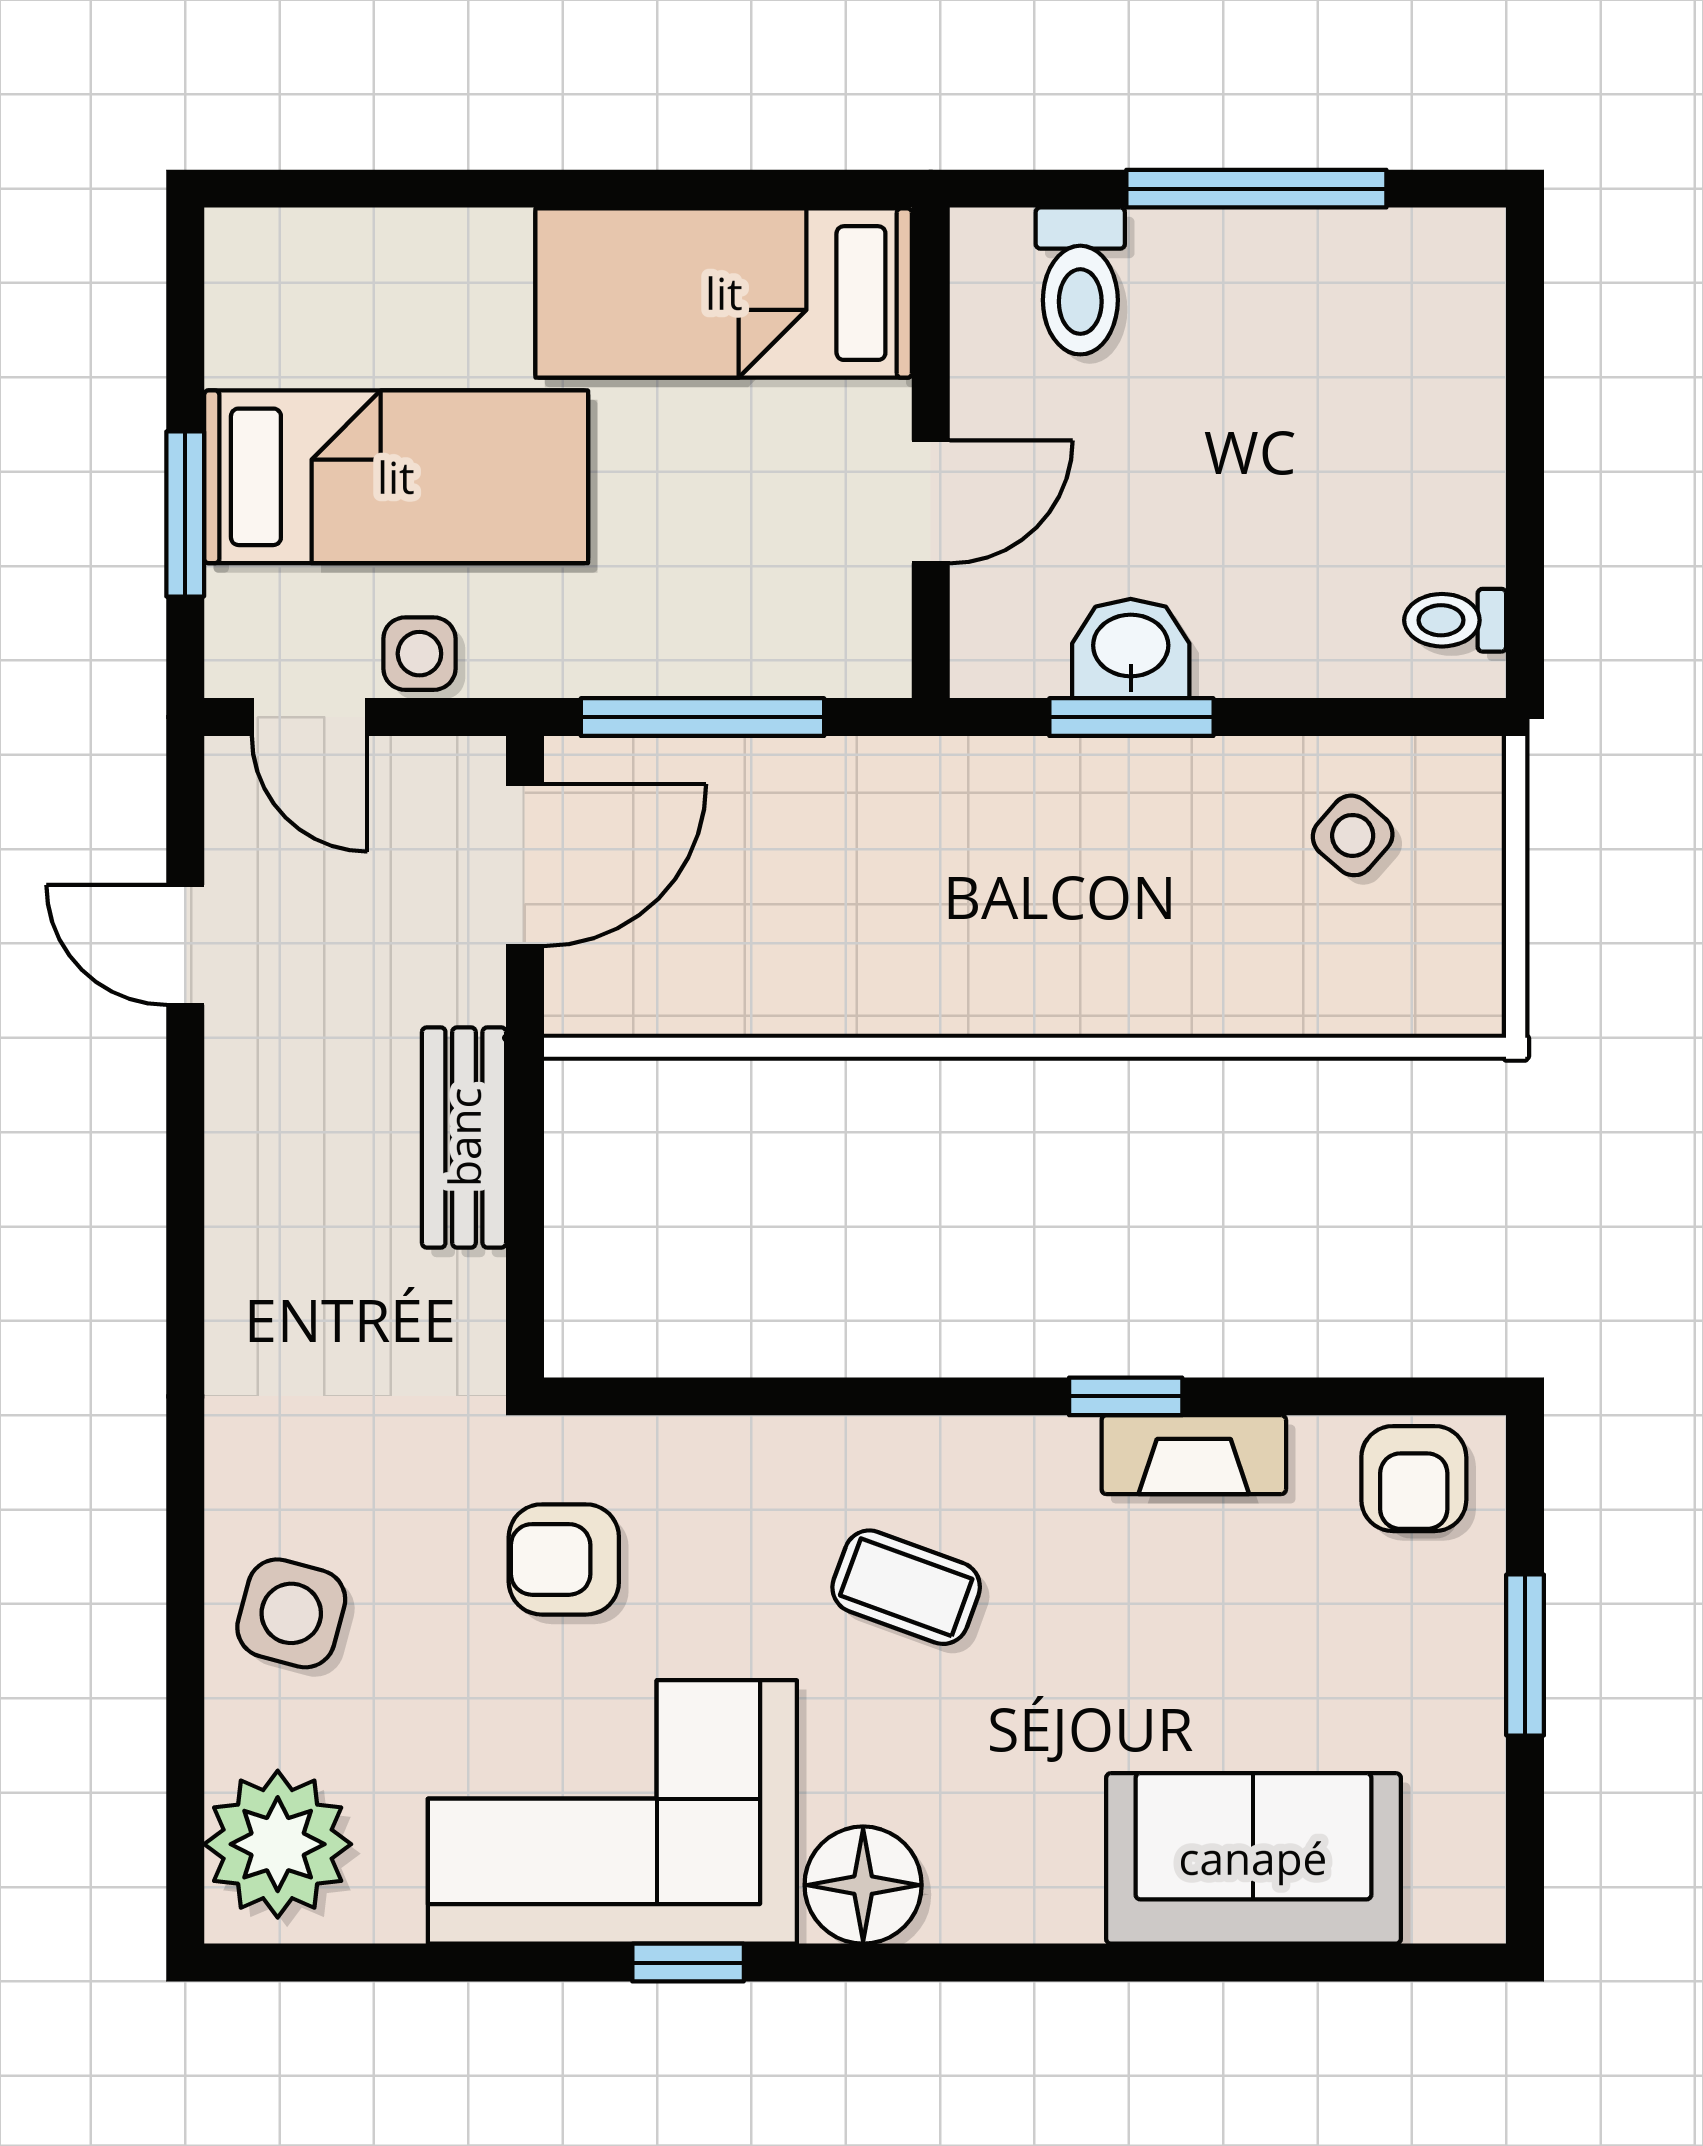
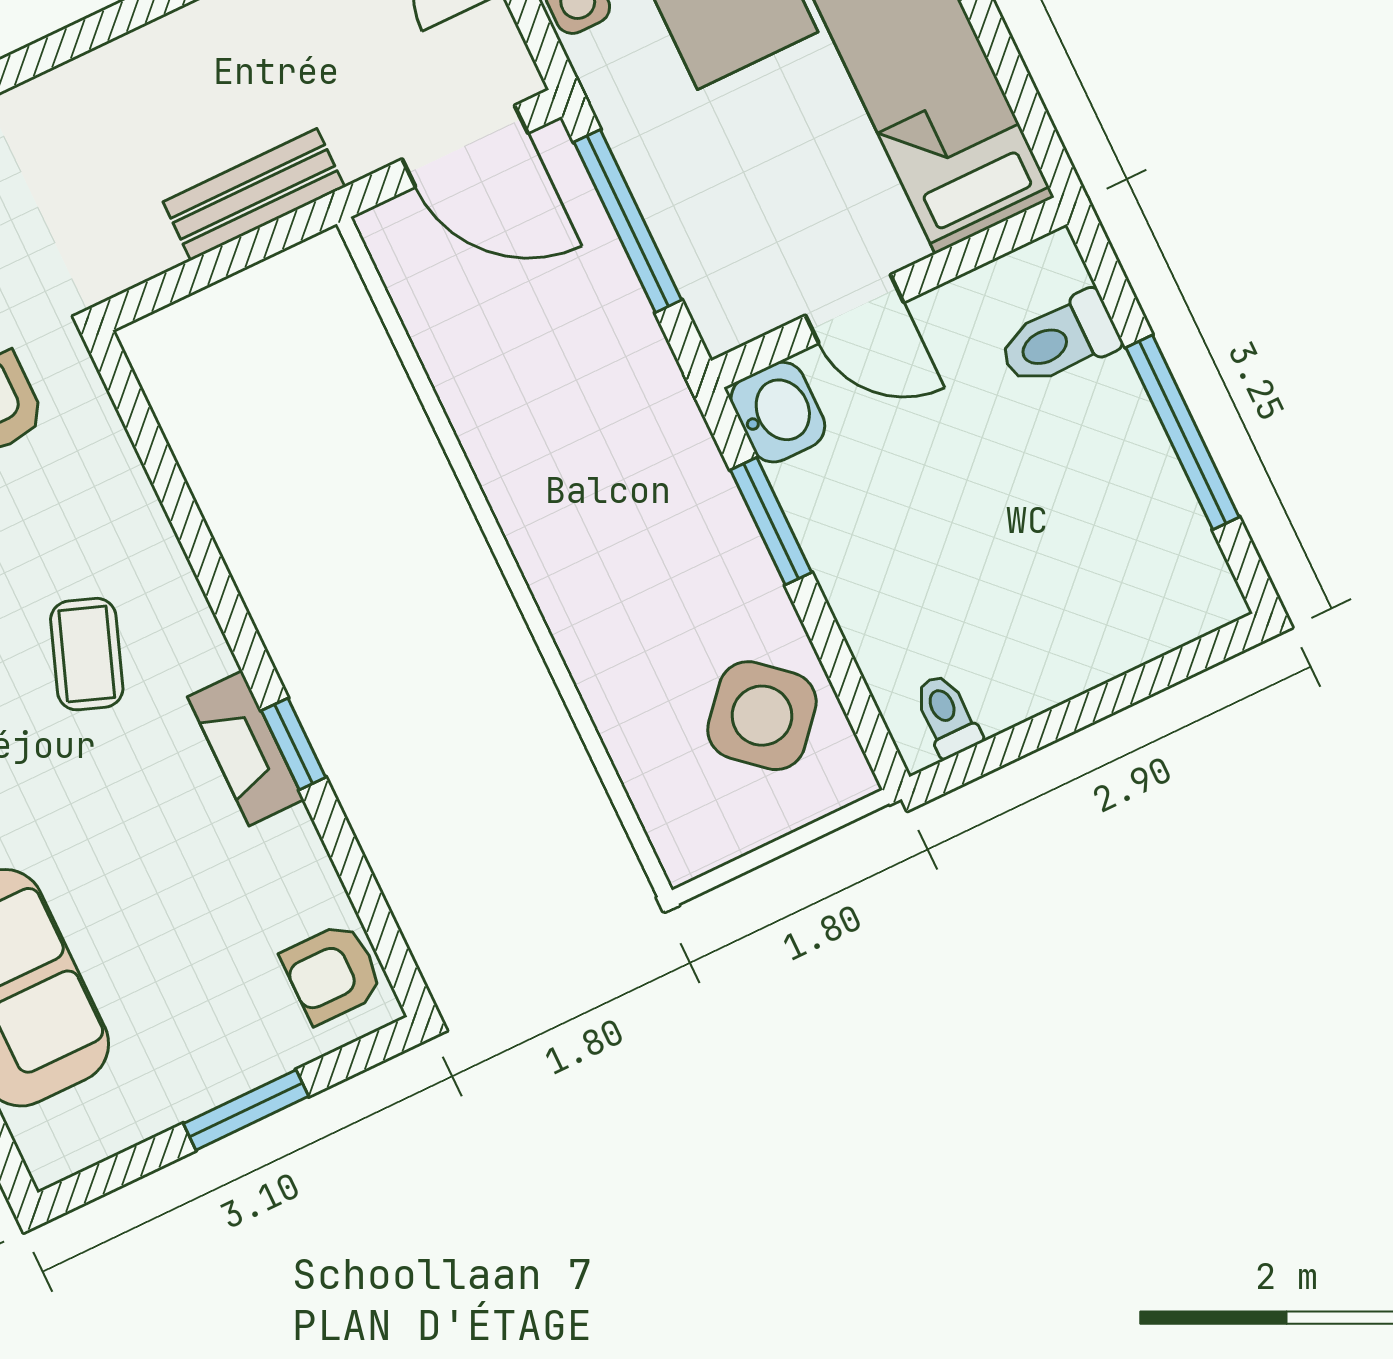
washbasin: (1131, 648) -> (778, 412), moved
side table: (1353, 835) -> (762, 716), width x1.87, depth x1.87
fireplace: (1194, 1455) -> (246, 748), moved

